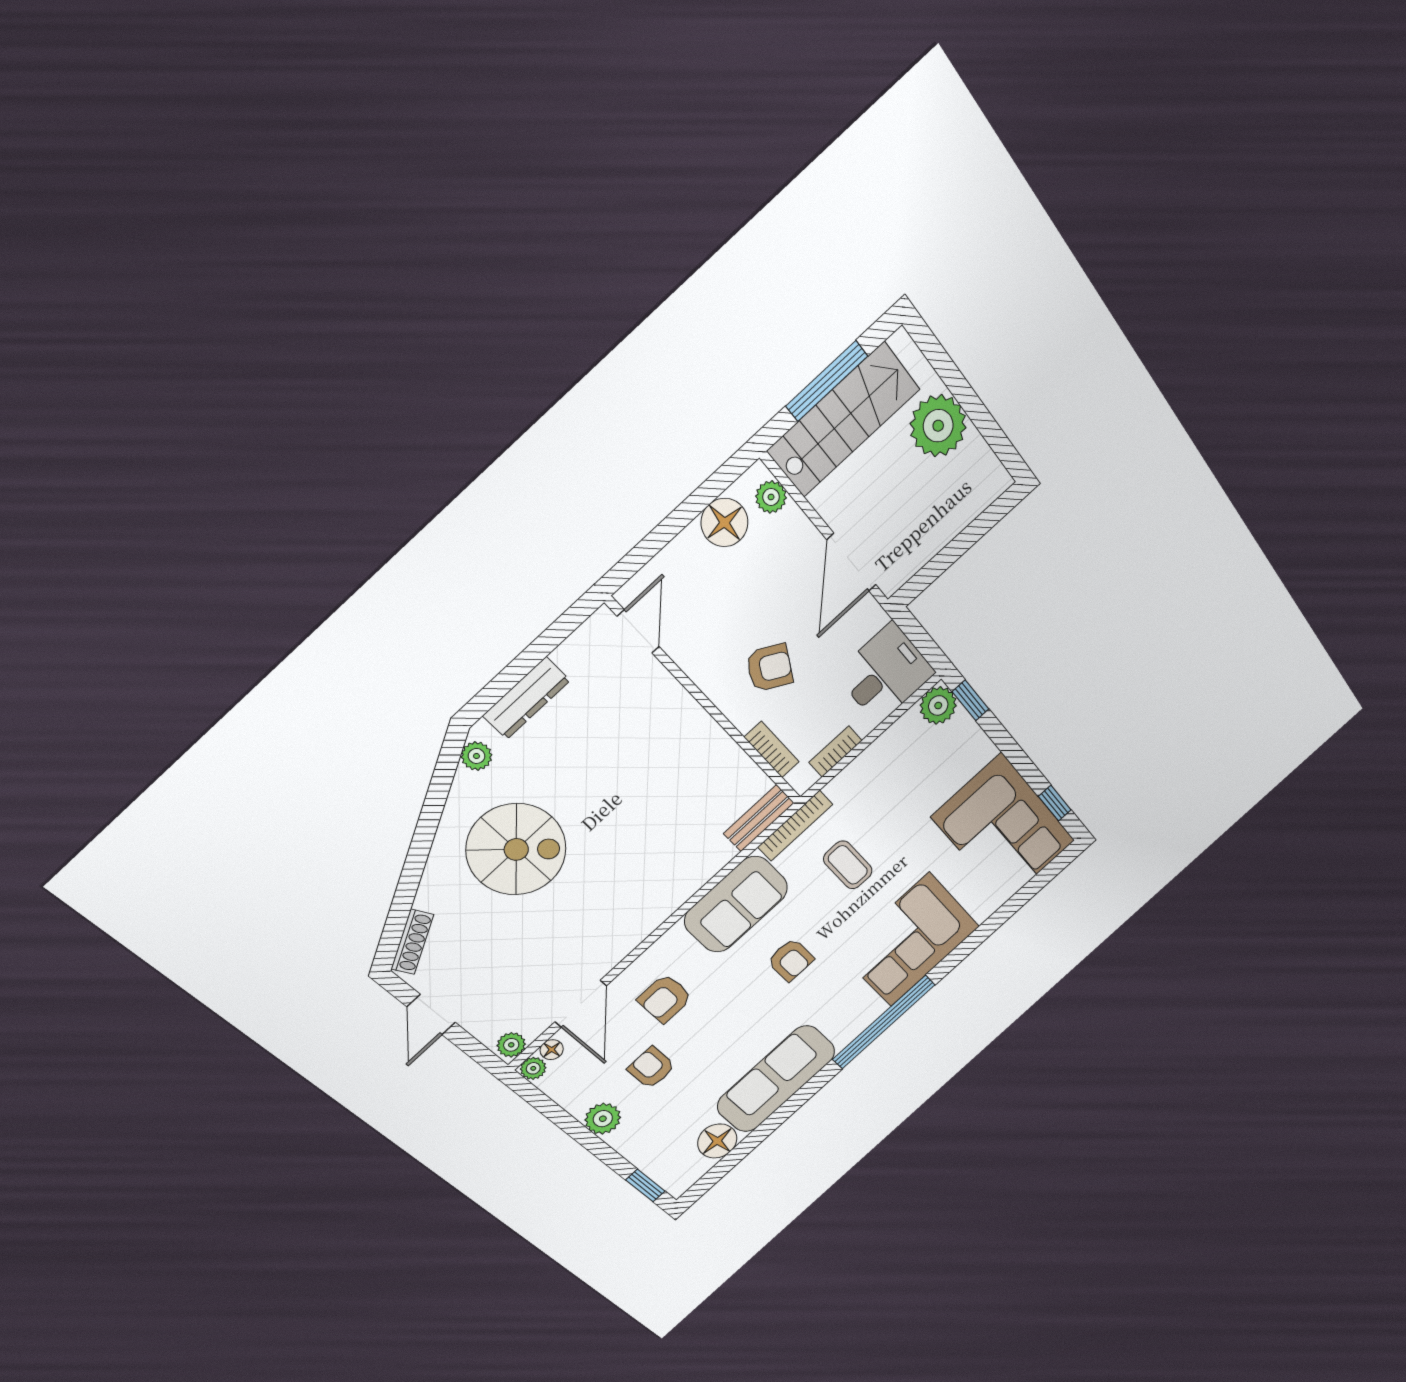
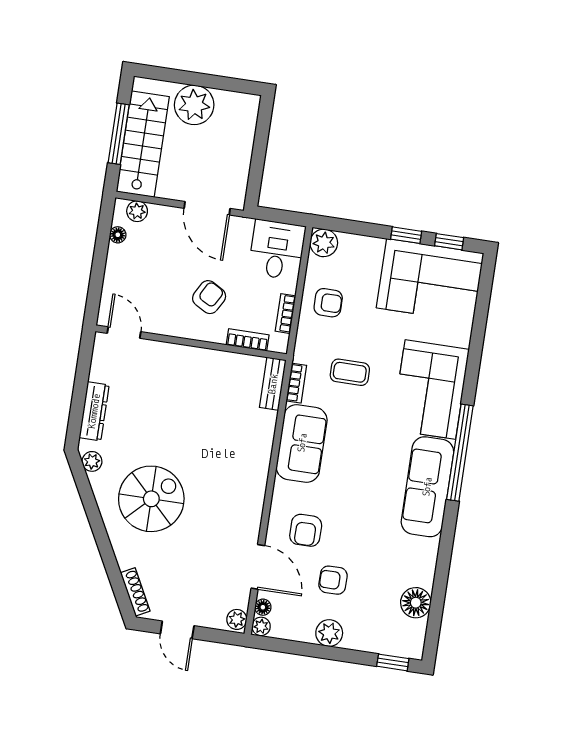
floor lamp: (724, 523) -> (118, 235), width x0.53, depth x0.53
window: (971, 700) -> (406, 235), moved
bookcase: (795, 826) -> (296, 383), width x0.64
armchair: (791, 960) -> (328, 303), moved
sofa: (776, 1079) -> (427, 487), moved

